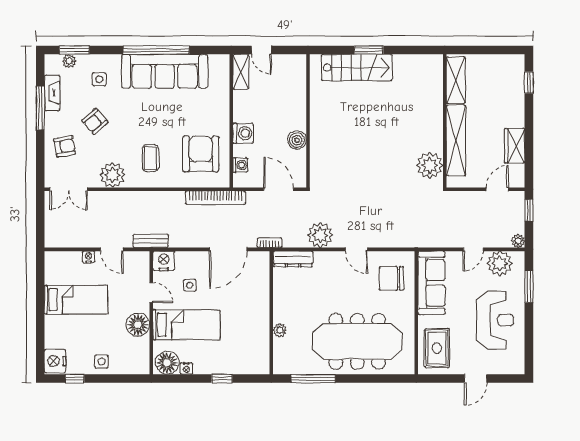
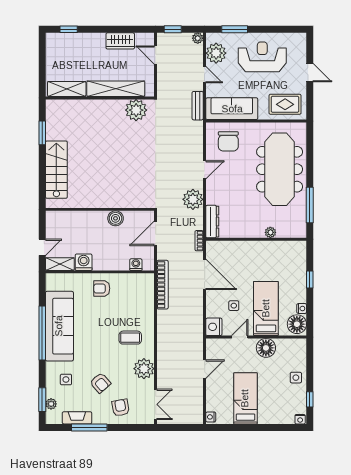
window: (369, 50) -> (42, 133), moved
washing machine: (243, 133) -> (84, 262), moved
armchair: (201, 154) -> (102, 288), moved, width x0.53, depth x0.53
bench: (151, 241) -> (198, 106), moved
nightstand: (88, 257) -> (211, 417), moved
nightstand: (55, 361) -> (300, 419), width x0.53, depth x0.56

